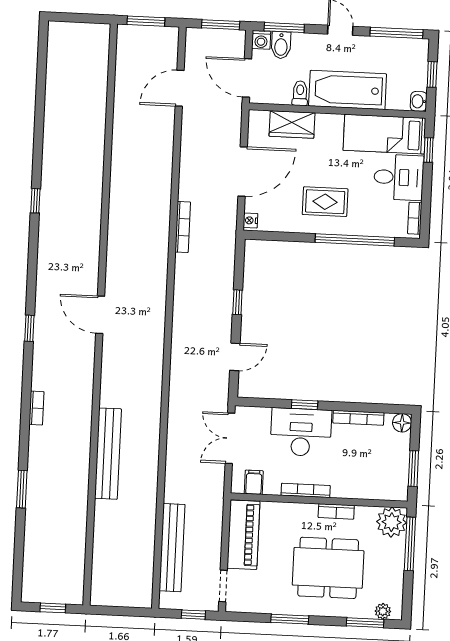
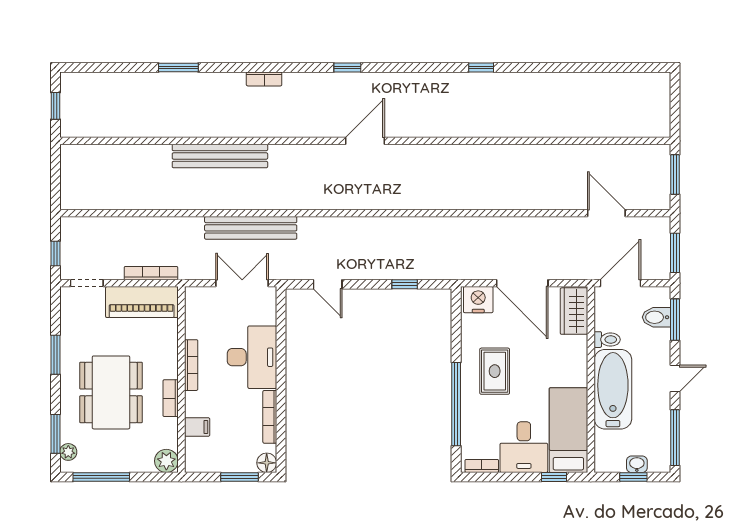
washing machine: (261, 40) -> (661, 296), removed
washbasin: (419, 101) -> (637, 464), moved
wardrobe: (292, 124) -> (574, 311), moved
nightstand: (250, 220) -> (478, 300), width x1.89, depth x1.79
bookcase: (183, 227) -> (151, 273), moved, turned 180
window: (237, 302) -> (405, 284), moved
window: (305, 405) -> (281, 360), removed
window: (413, 469) -> (240, 477), moved
filing cabinet: (254, 482) -> (197, 427), moved
plant: (392, 522) -> (166, 461), width x0.73, depth x0.73
window: (410, 544) -> (101, 477), moved
bench: (172, 548) -> (251, 228), moved

